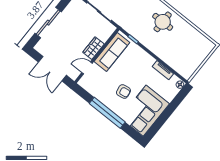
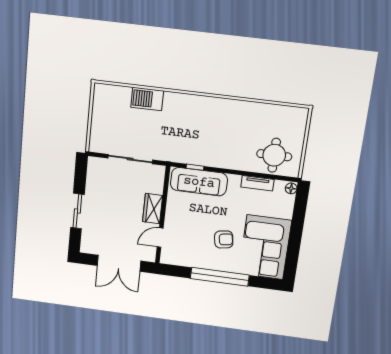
round table: (163, 22) -> (274, 155), moved
sliding door: (48, 23) -> (77, 211), width x0.73
sofa: (112, 52) -> (199, 182), moved, turned 90

